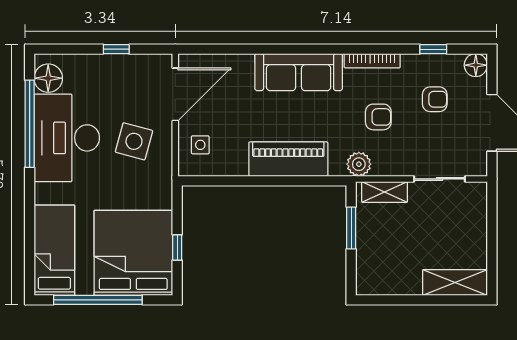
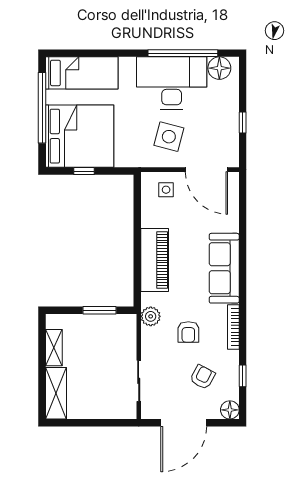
armchair: (435, 99) -> (202, 377), turned -152
shelving: (384, 192) -> (54, 348), moved

